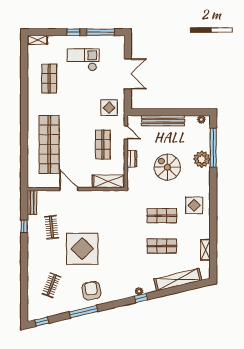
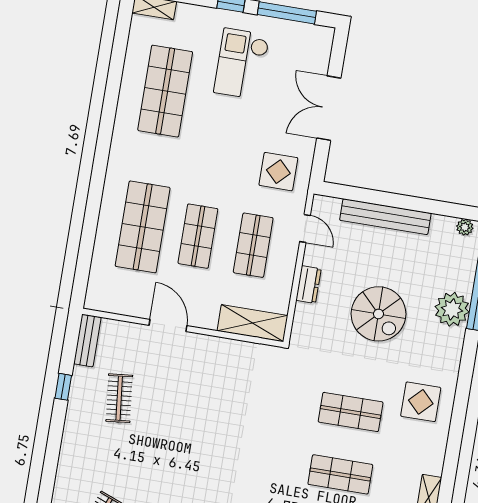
checkout: (83, 60) -> (242, 64), turned -90
double door: (128, 74) -> (329, 108), swing flipped
shop shelf: (49, 79) -> (165, 91), width x1.43, depth x1.36
shop shelf: (49, 145) -> (143, 227), width x0.71
shop shelf: (76, 145) -> (198, 236), added
spiral stairs: (167, 167) -> (378, 314), turned 180
display table: (82, 249) -> (175, 453), removed

